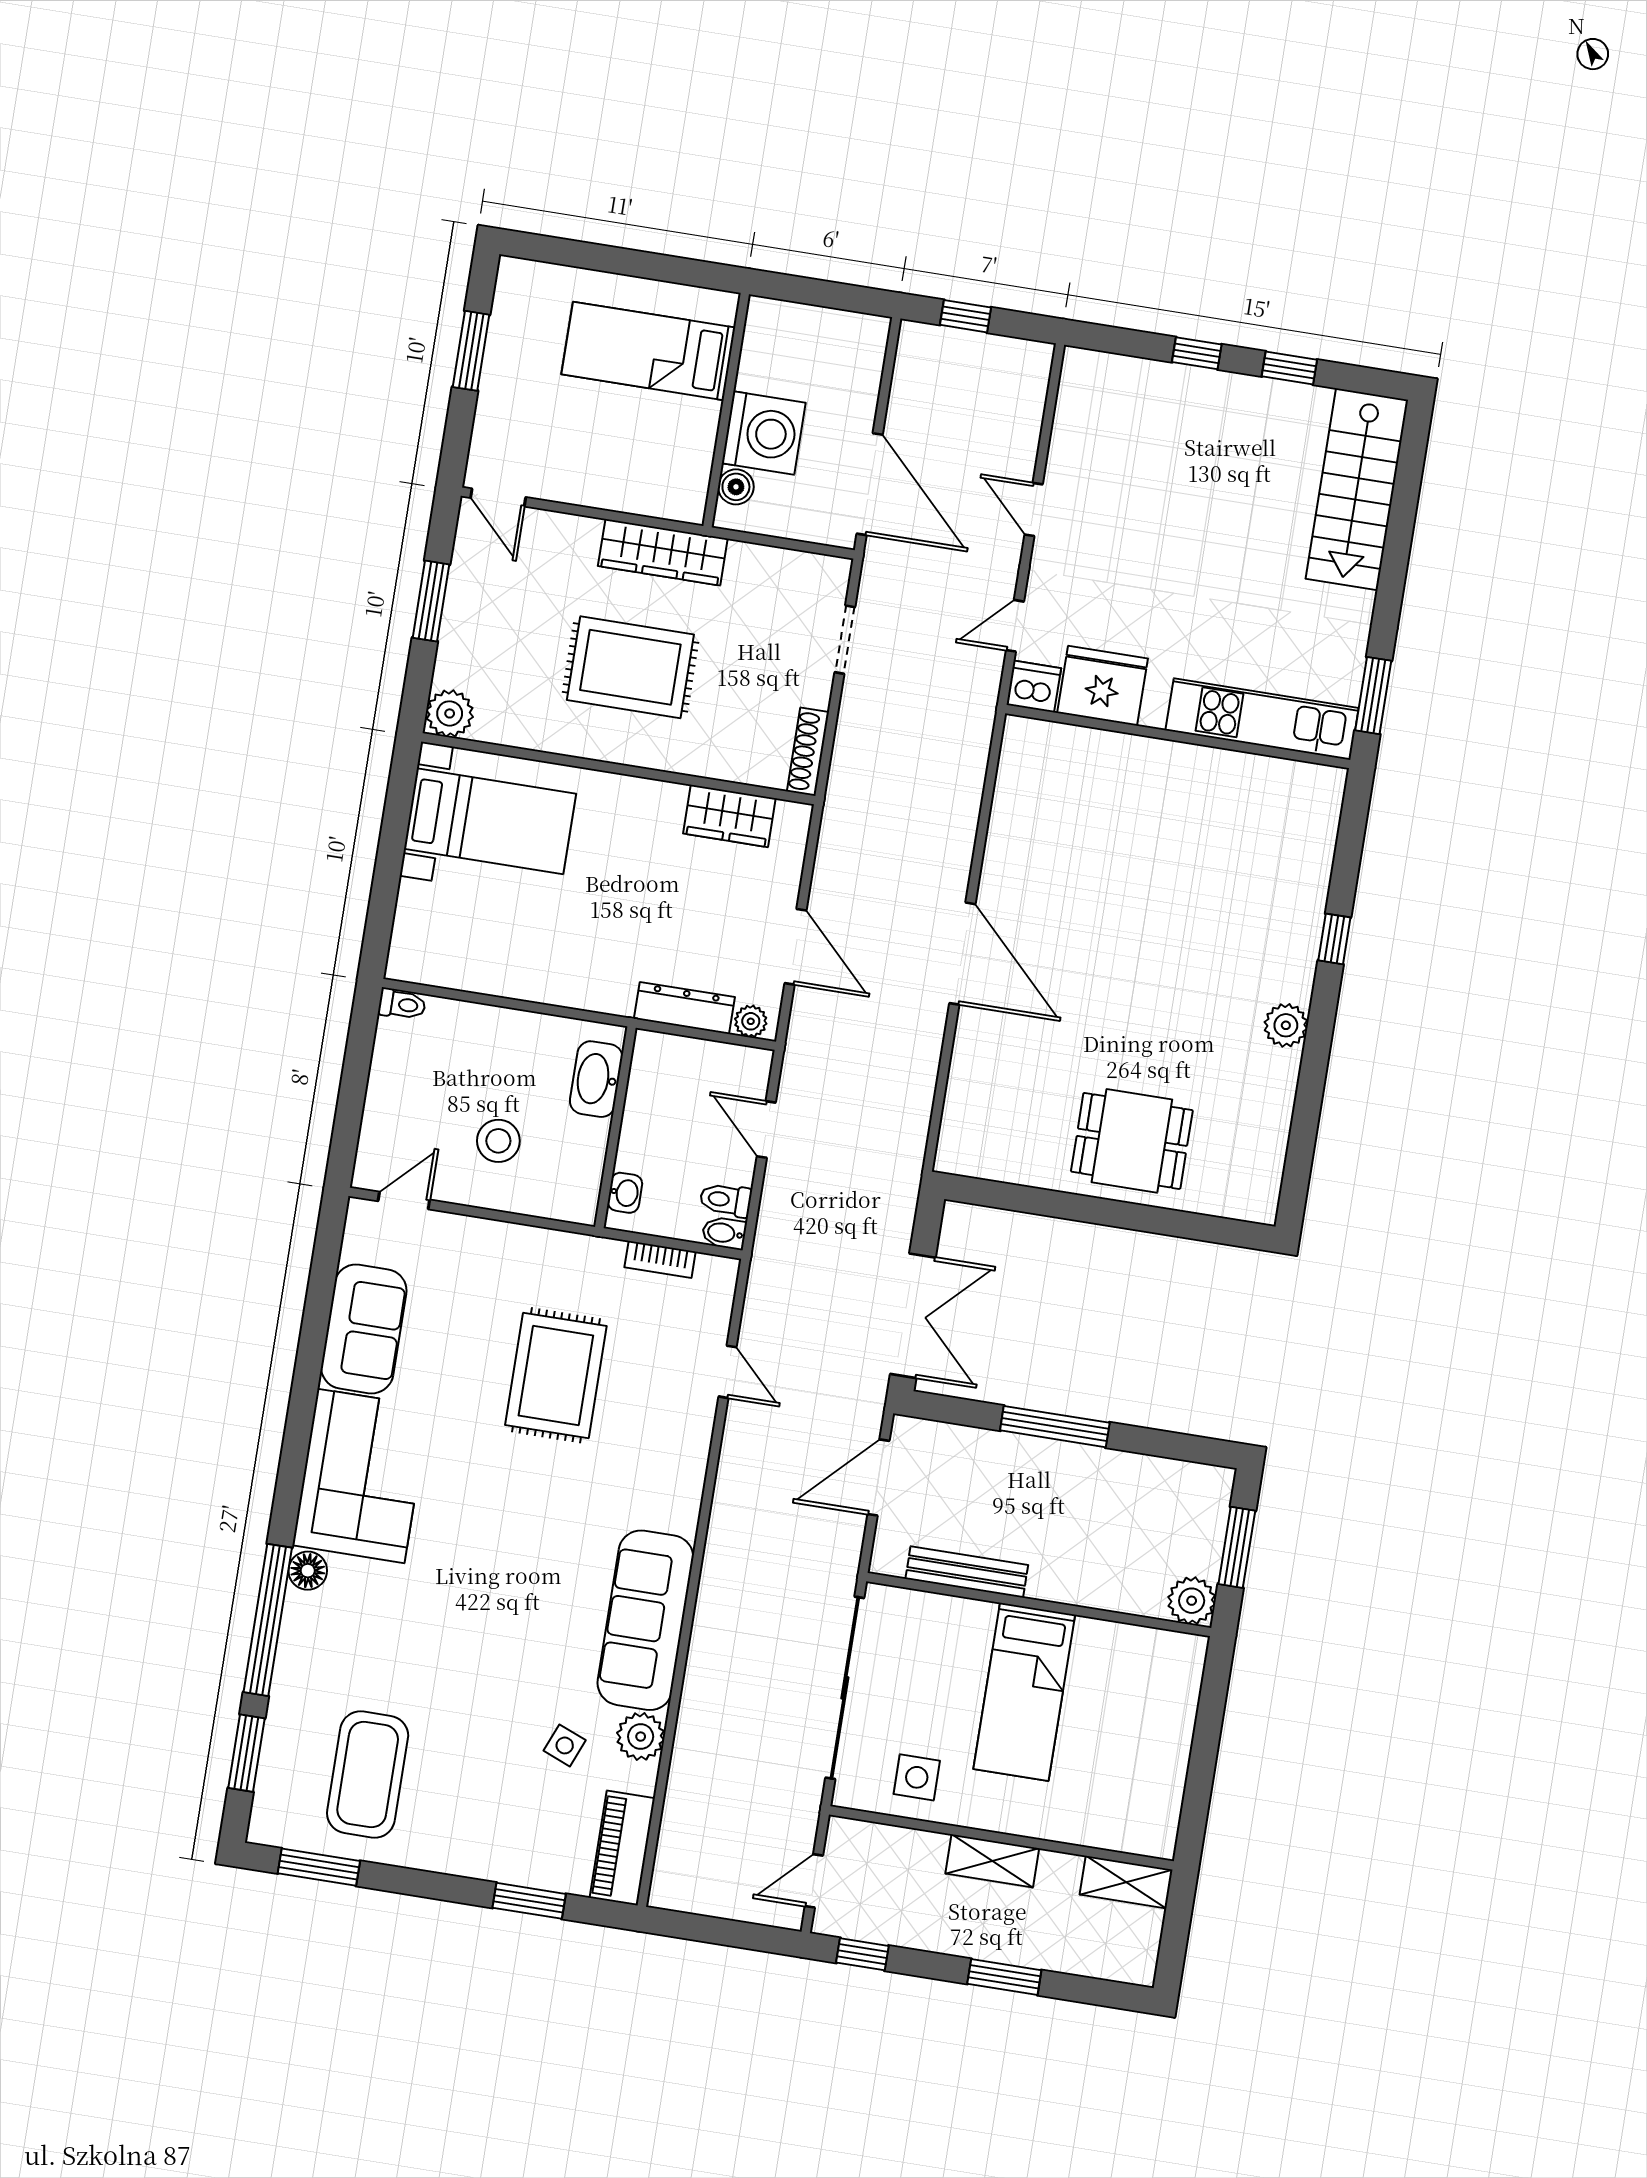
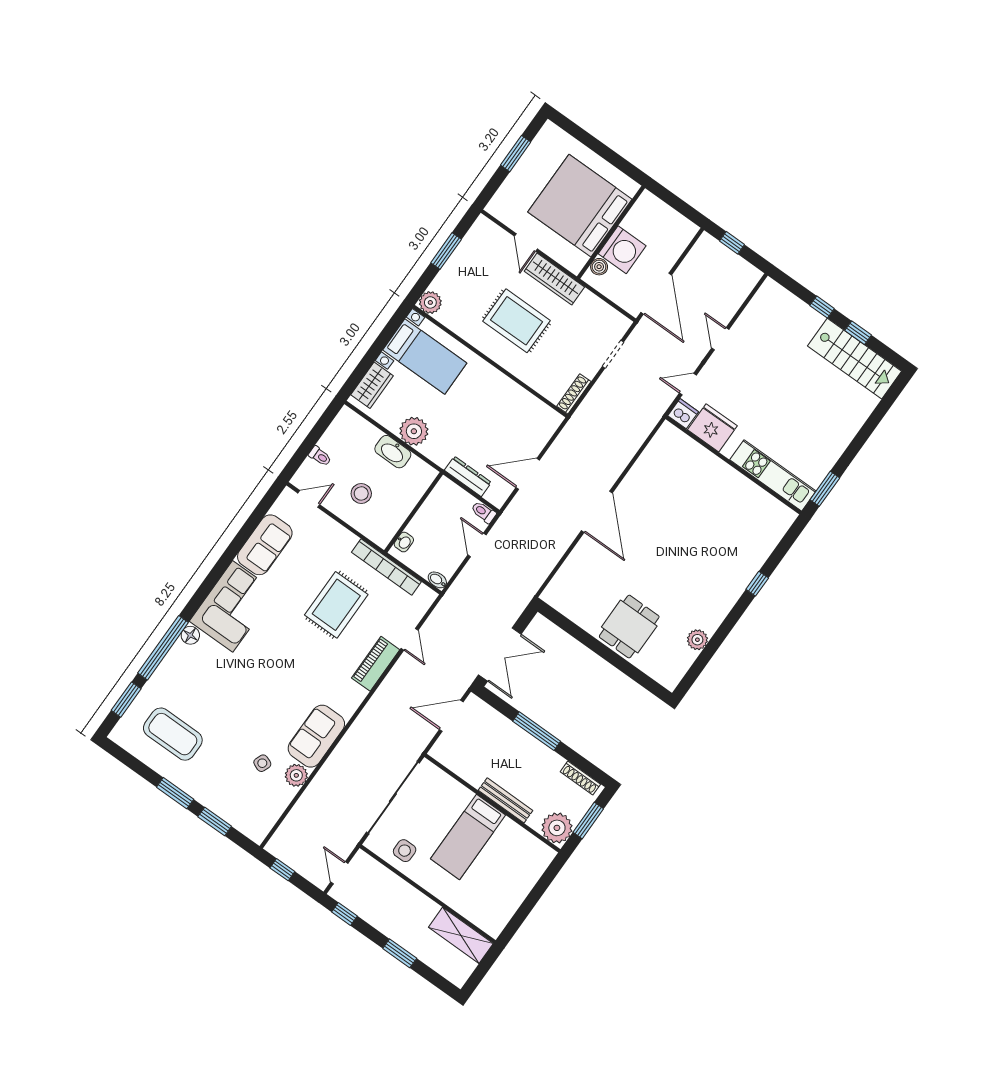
bed: (648, 351) -> (580, 206), width x2.04
stairs: (1357, 489) -> (855, 359), moved, turned -90
door: (498, 497) -> (526, 242), moved
wardrobe: (729, 816) -> (372, 385), moved, turned -90
door: (796, 947) -> (528, 474), swing flipped
toilet: (402, 1004) -> (320, 456), moved
plant: (751, 1021) -> (414, 431), moved, width x1.88, depth x1.88
plant: (1286, 1025) -> (697, 640), moved
washbasin: (596, 1079) -> (393, 452), moved, turned -90
dining table: (1132, 1141) -> (629, 627), turned 90
toilet: (726, 1200) -> (484, 512), moved
bookcase: (660, 1259) -> (386, 567), width x2.31, depth x1.31
shoe rack: (1182, 1474) -> (580, 778), added
bench: (967, 1572) -> (506, 800), moved
plant: (1192, 1601) -> (557, 828), width x1.36, depth x1.36
sofa: (645, 1620) -> (316, 736), width x0.73
coffee table: (368, 1775) -> (173, 734), turned 90
piano: (622, 1848) -> (376, 664), moved
shelving: (992, 1861) -> (419, 902), removed
window: (319, 1867) -> (175, 793), moved
door: (814, 1881) -> (339, 873), hinge flipped
shelving: (1126, 1882) -> (461, 935), width x1.50, depth x1.33
window: (703, 1929) -> (282, 870), added

